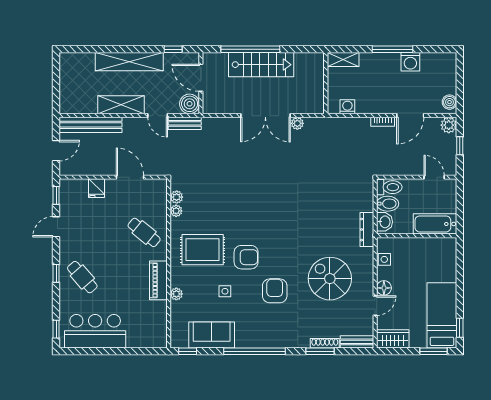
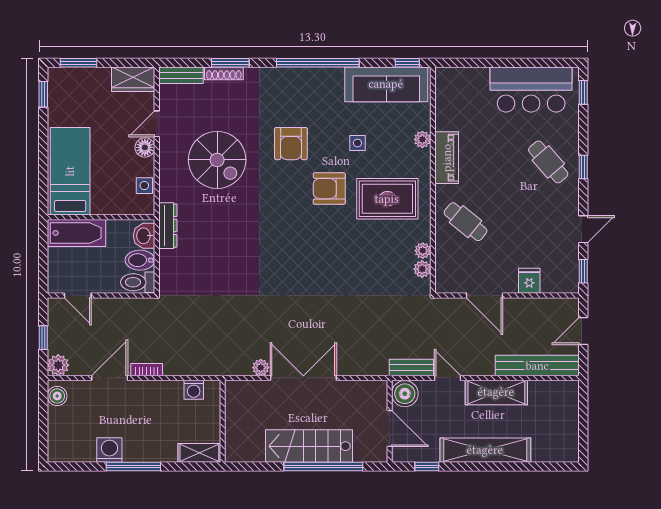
bed: (442, 315) -> (70, 171), moved, turned 180
sofa: (212, 335) -> (386, 84), width x1.36

